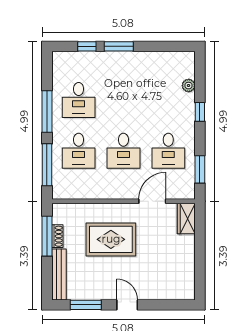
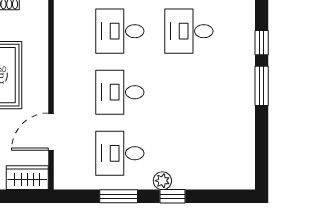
plant: (189, 86) -> (162, 181), moved
window: (200, 169) -> (119, 196), moved
door: (152, 201) -> (51, 132), swing flipped

